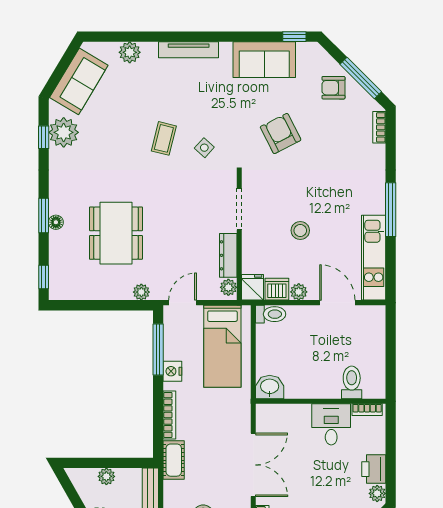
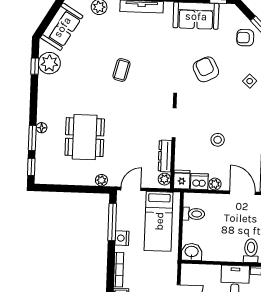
side table: (204, 148) -> (250, 81), moved
window: (44, 216) -> (32, 138), moved
toilet: (271, 314) -> (194, 214), moved

